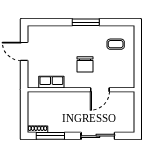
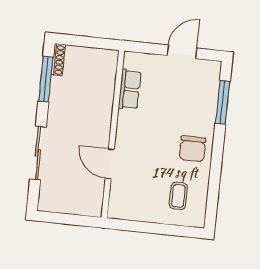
window: (86, 22) -> (223, 102), moved
chair: (85, 64) -> (192, 149), moved, turned -90

